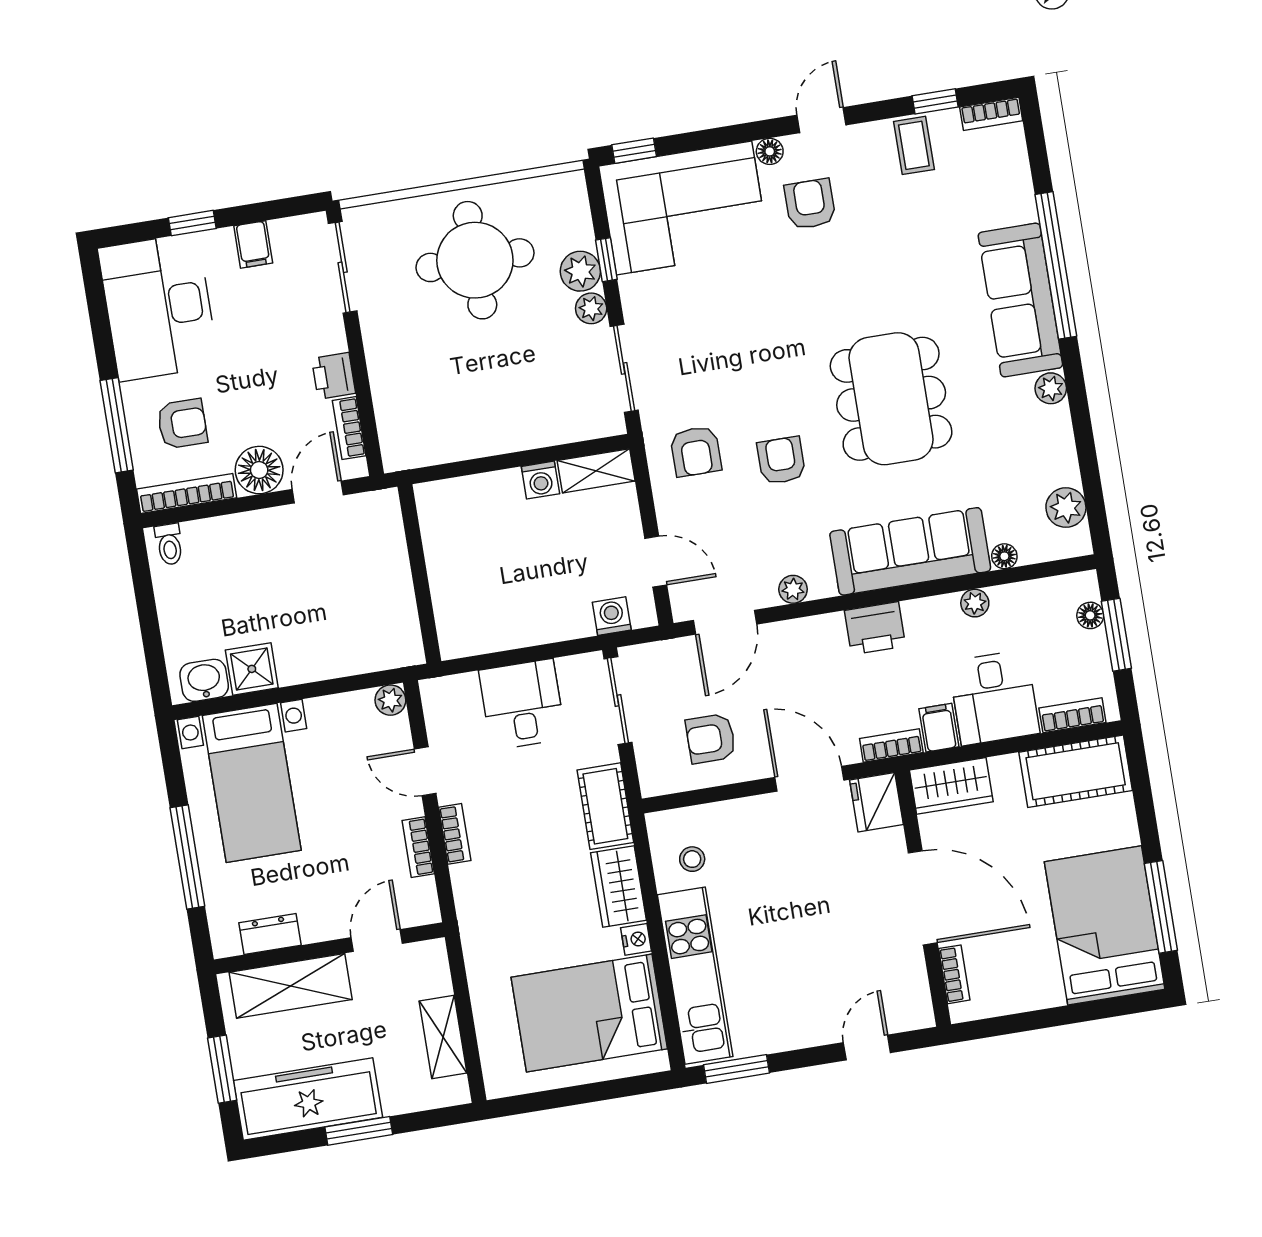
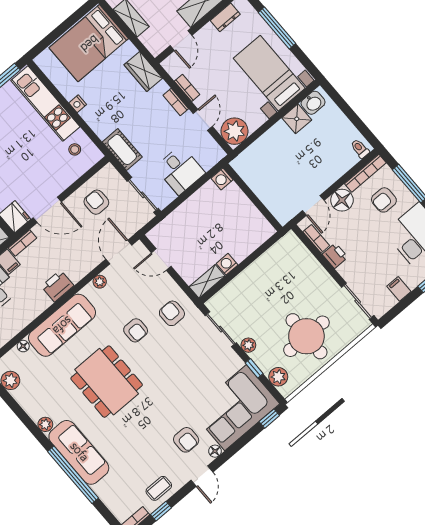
coffee table: (914, 145) -> (159, 488), turned 90
plant: (580, 271) -> (278, 377), moved
plant: (975, 603) -> (24, 320), removed
washing machine: (612, 616) -> (222, 179), moved, turned 90
plant: (390, 700) -> (234, 131), width x1.88, depth x1.88
armchair: (711, 739) -> (96, 202), turned -90
door: (425, 771) -> (203, 120), hinge flipped
wardrobe: (619, 887) -> (143, 72), moved, turned 180
bed: (589, 1013) -> (89, 43), moved, turned 180

